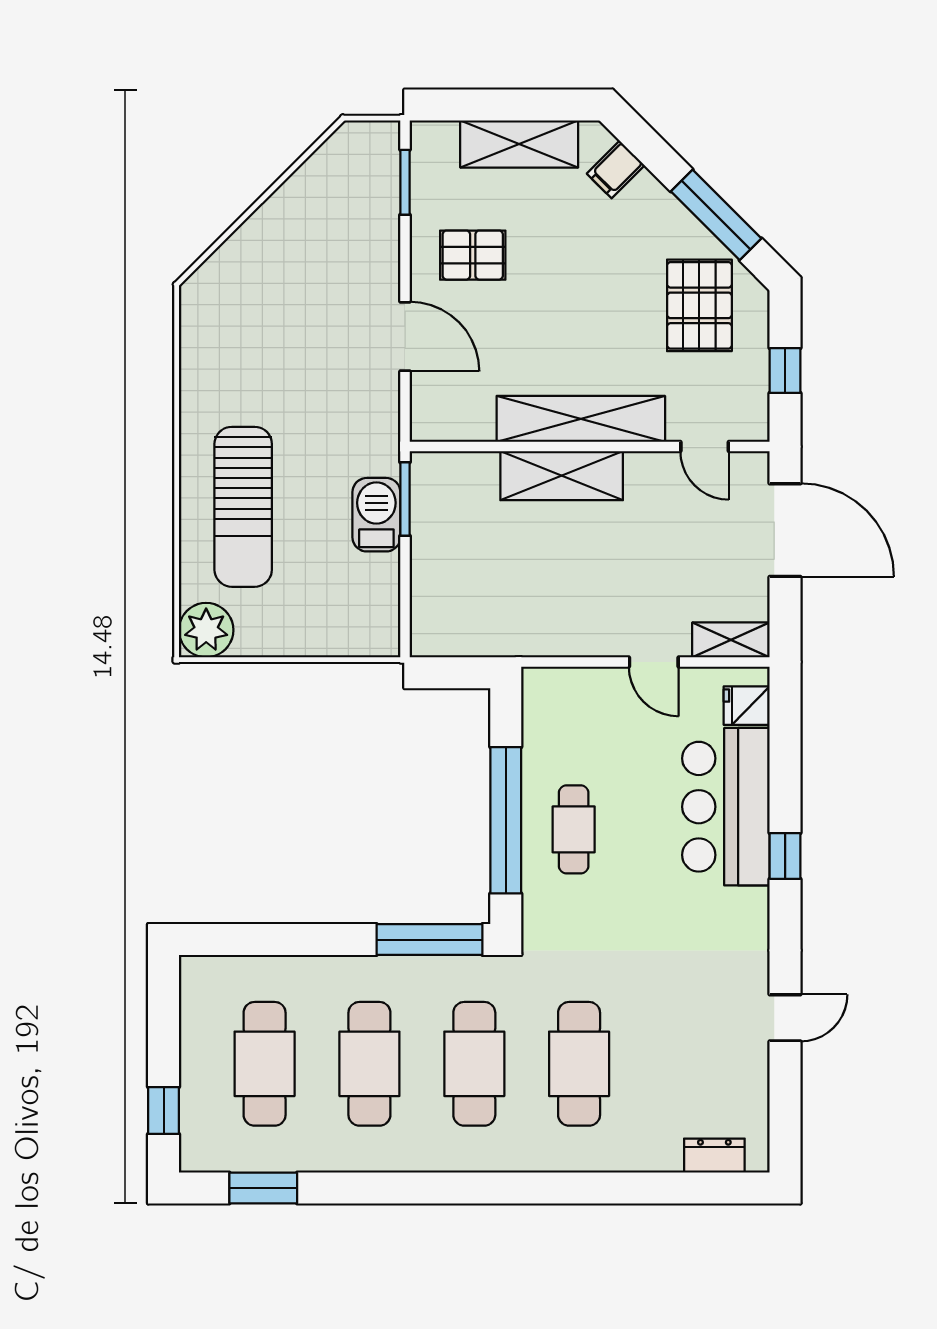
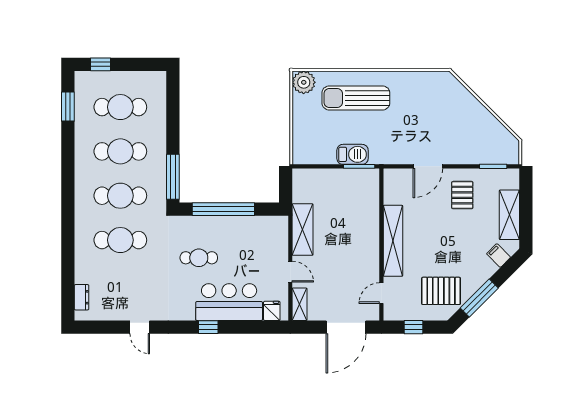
shelving: (562, 476) -> (303, 230), moved
door: (654, 662) -> (290, 272), swing flipped
cafe table: (574, 829) -> (199, 258), moved

